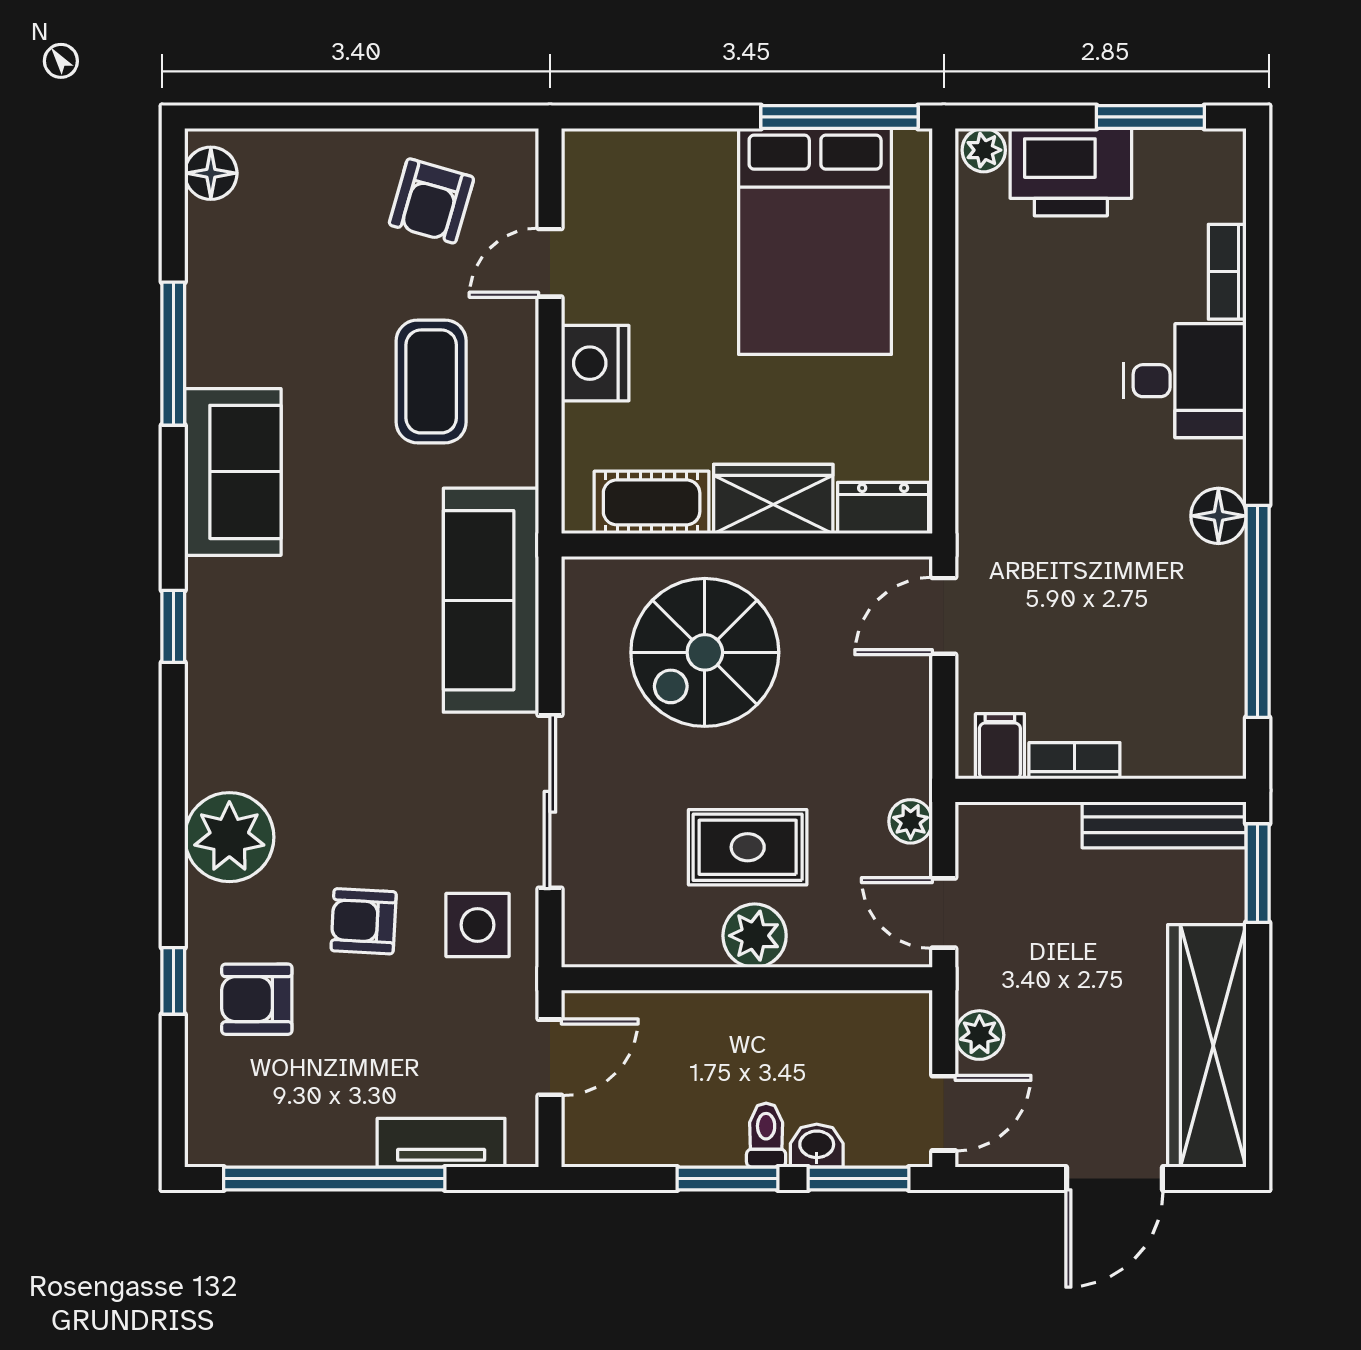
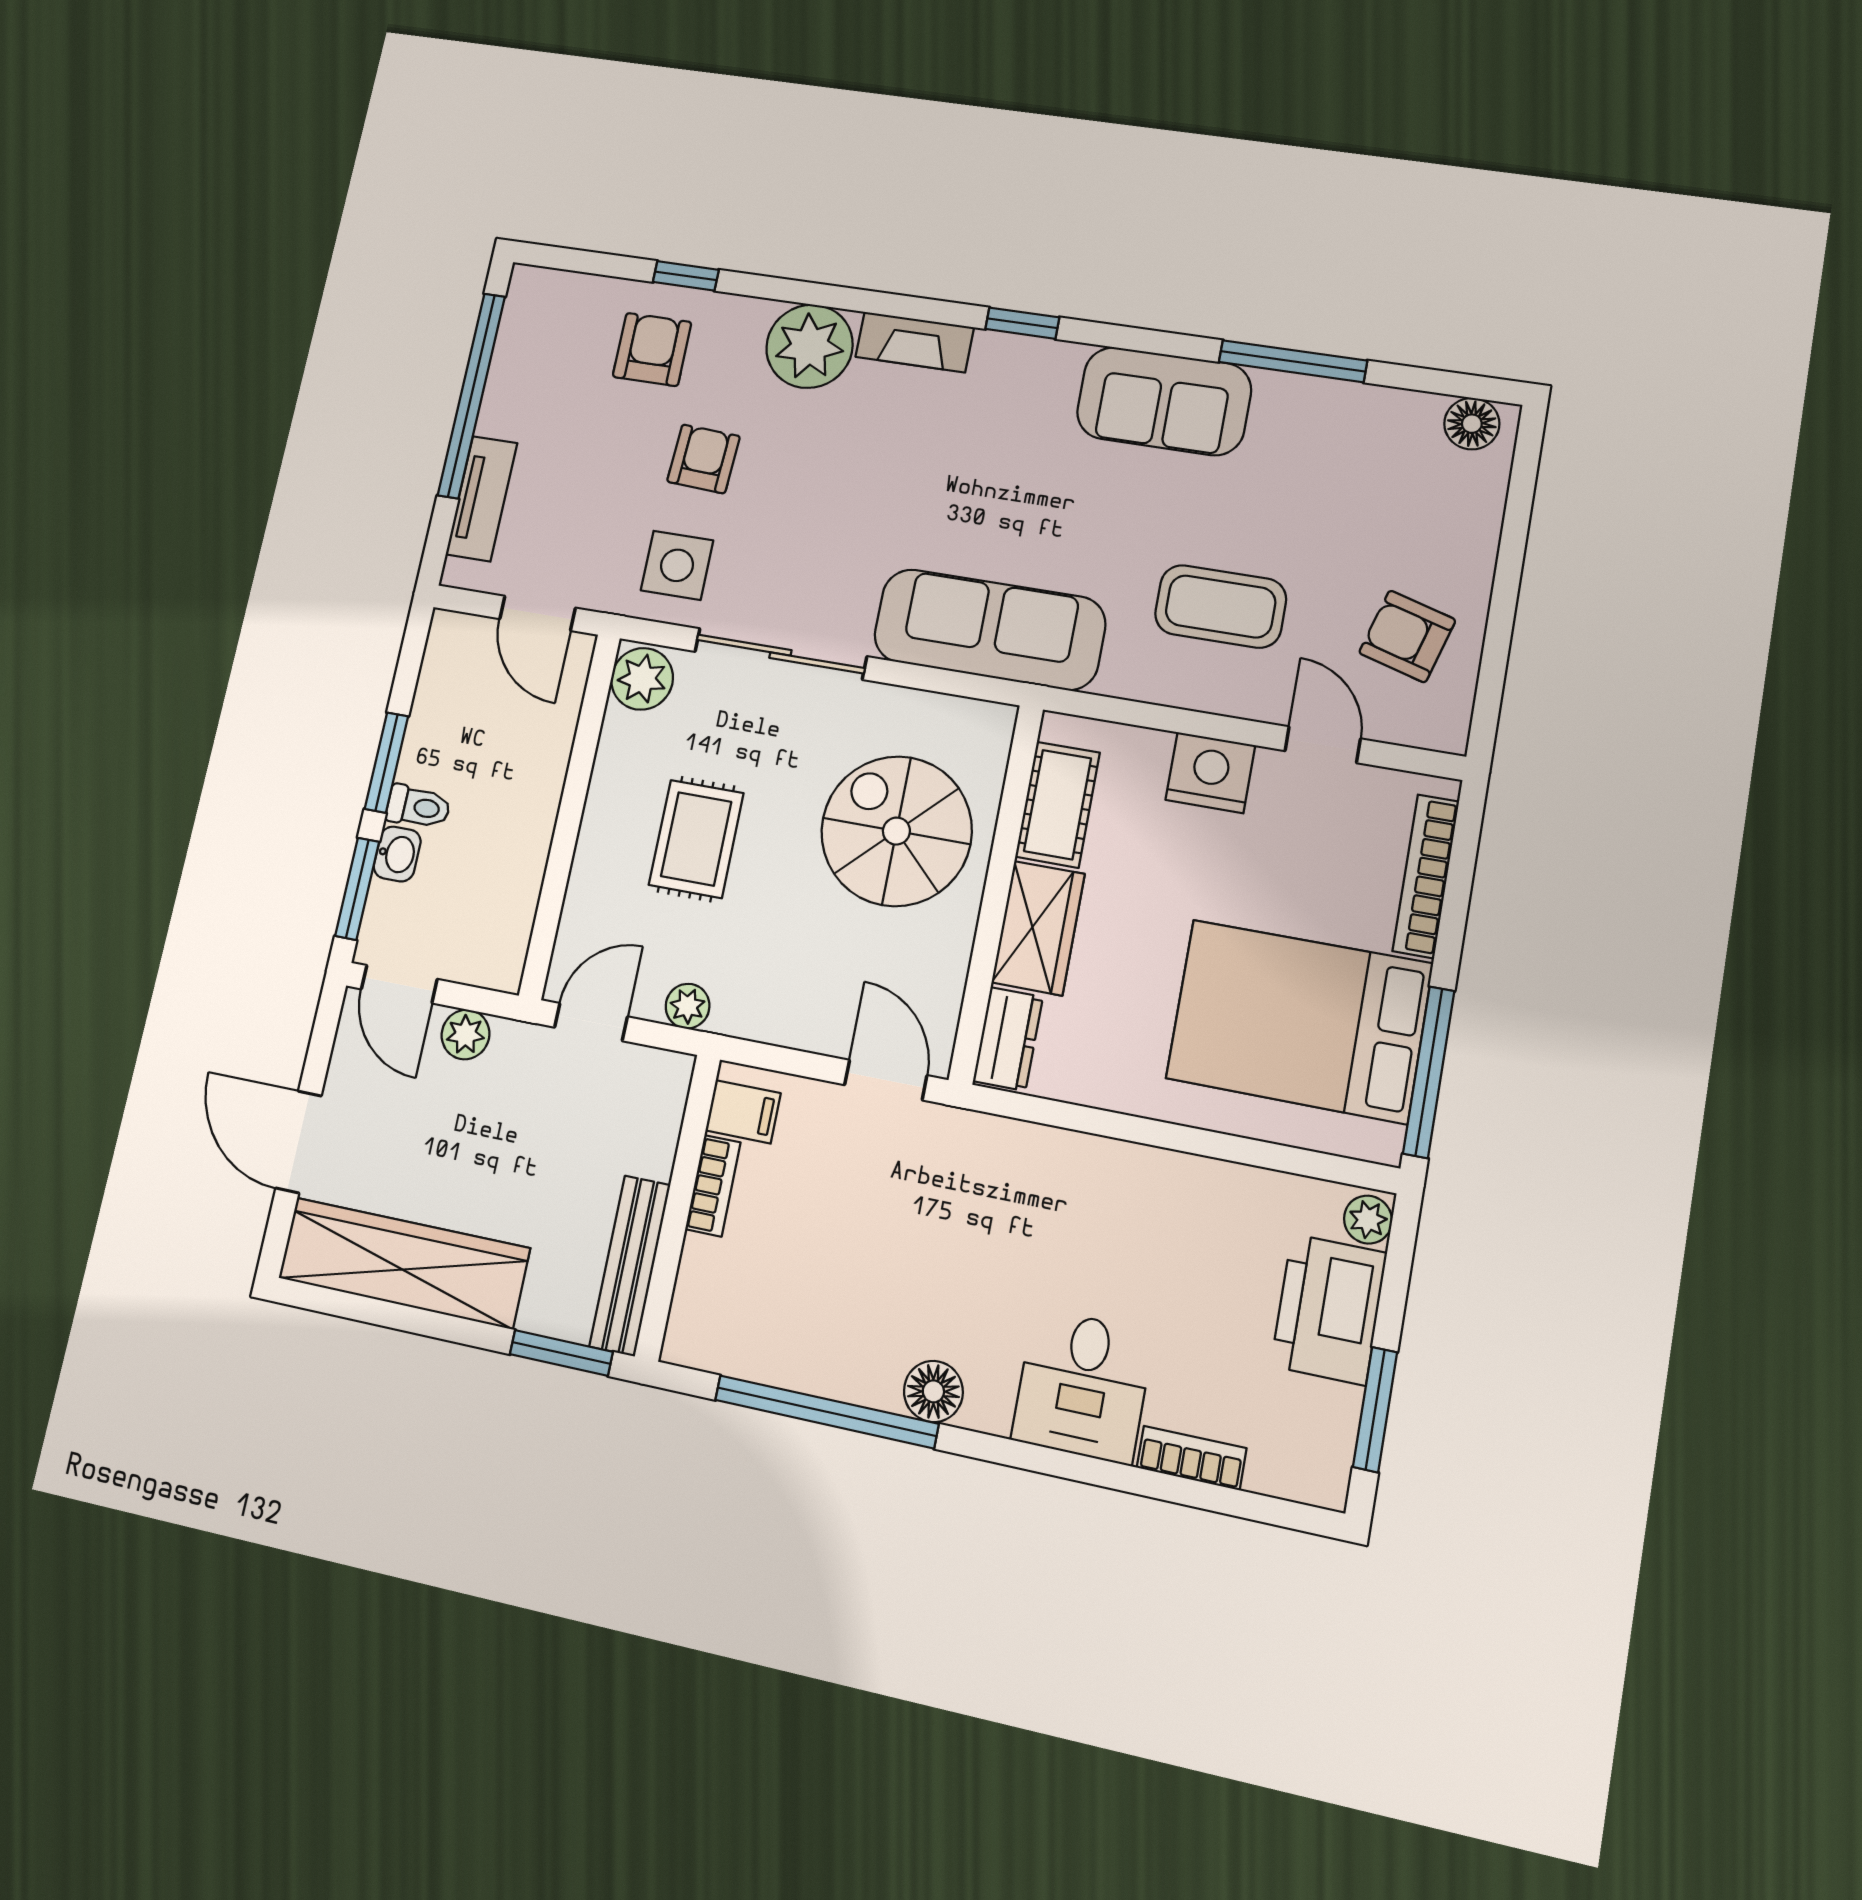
bookcase: (658, 148) -> (1426, 876), added
fireplace: (209, 731) -> (915, 342), added
plant: (755, 936) -> (642, 679), moved

